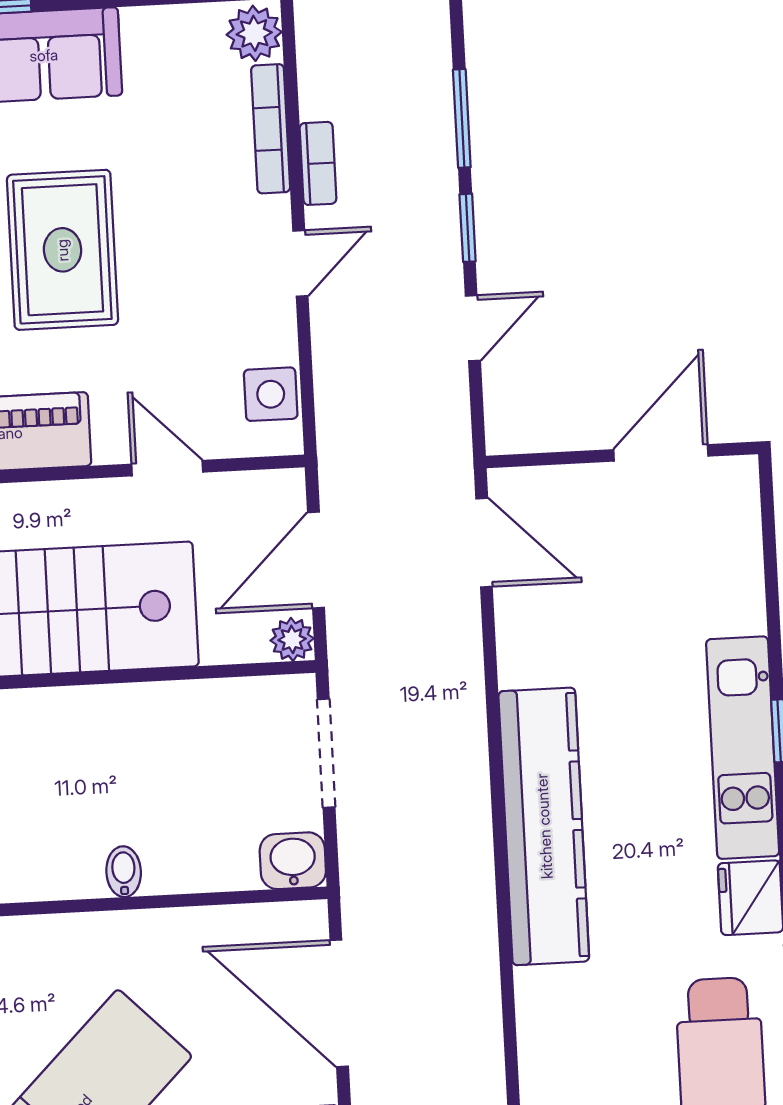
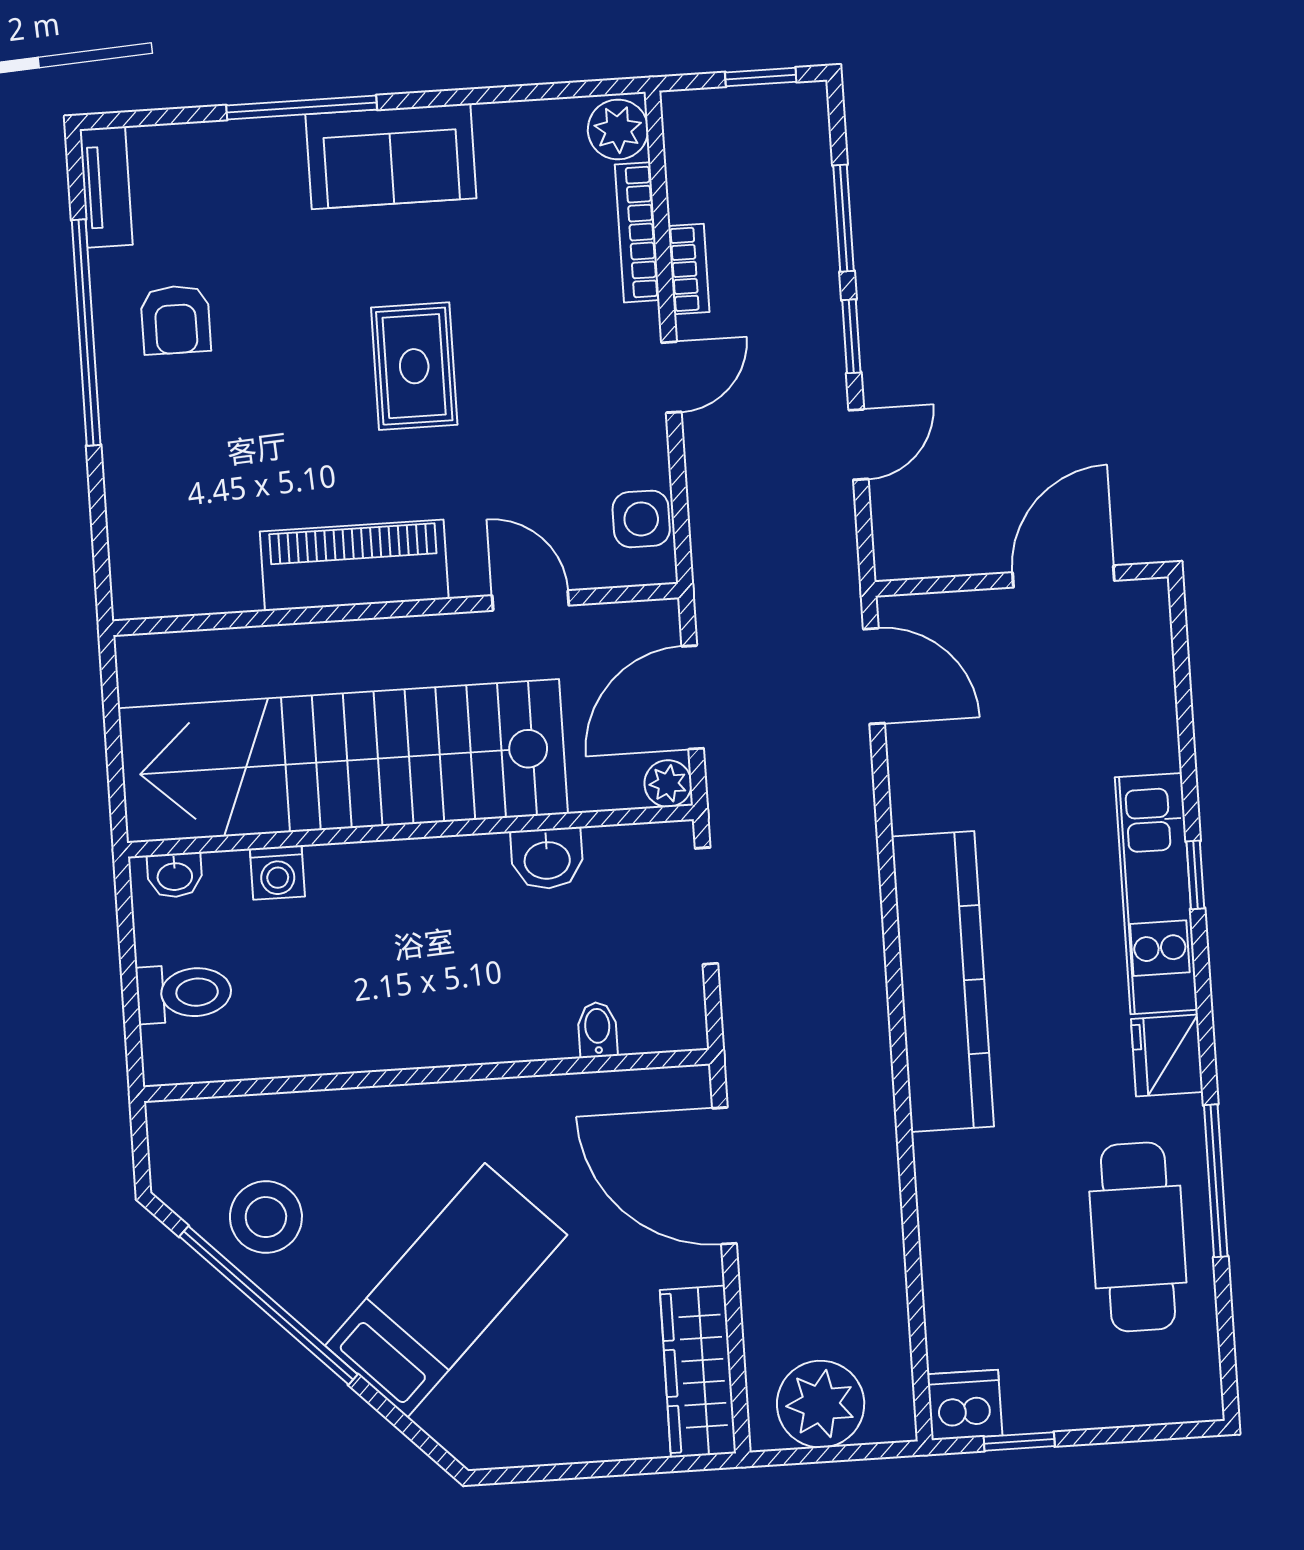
rug: (62, 250) -> (414, 366), width x0.73, depth x0.70
washbasin: (293, 861) -> (547, 859), moved, turned 180
bidet: (124, 872) -> (597, 1030), moved

